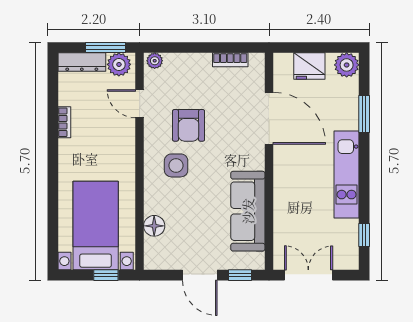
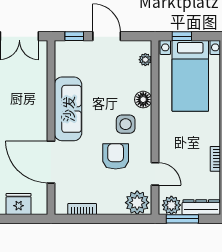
plant: (155, 61) -> (137, 203), width x1.87, depth x1.87
sofa: (248, 211) -> (68, 109), moved
floor lamp: (154, 226) -> (143, 100), moved
plant: (152, 246) -> (145, 60), added

